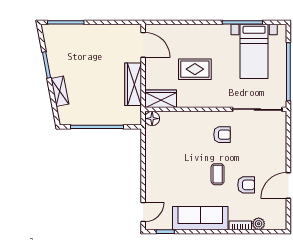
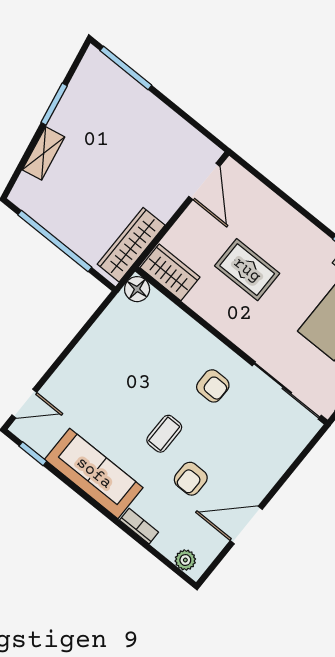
wardrobe: (133, 84) -> (131, 245), moved
armchair: (246, 185) -> (191, 479), turned 90
plant: (259, 224) -> (185, 560), moved

